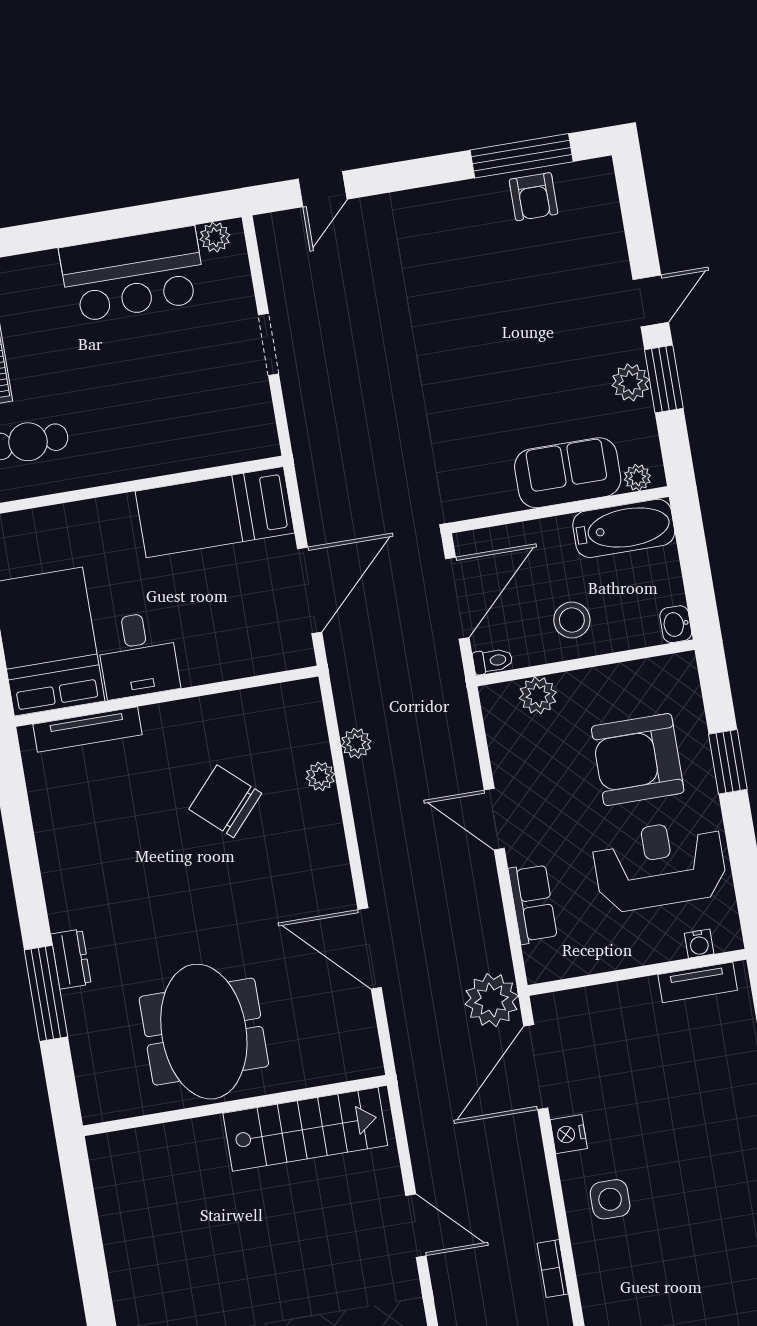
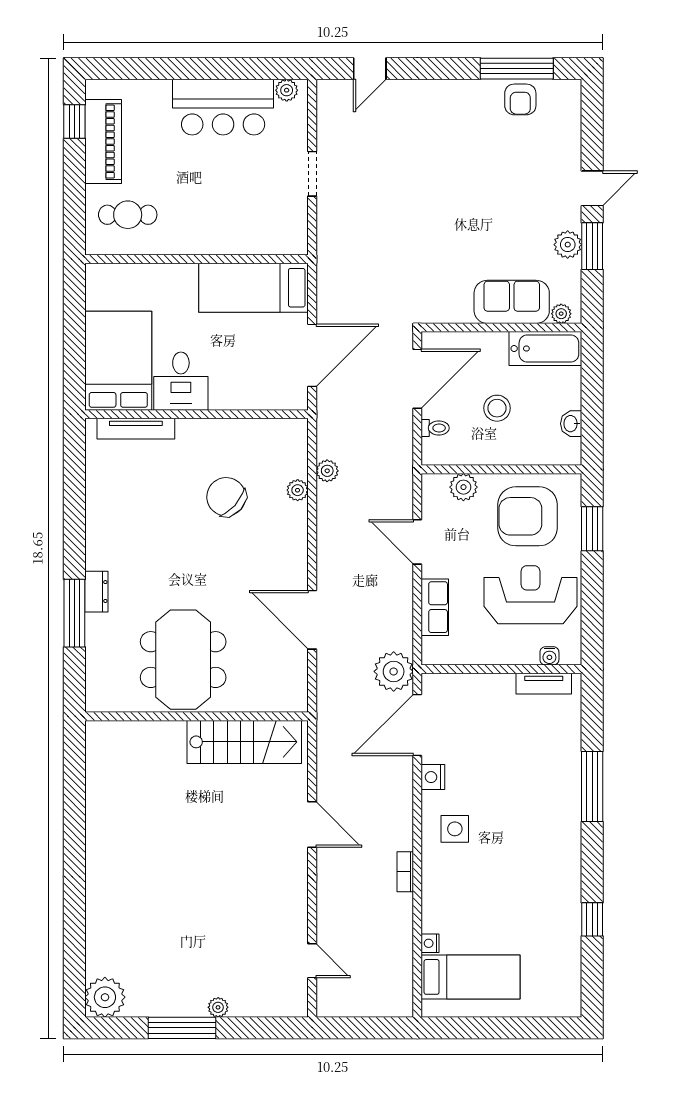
wall: (585, 663) -> (501, 469), moved
plant: (538, 695) -> (463, 487), moved

